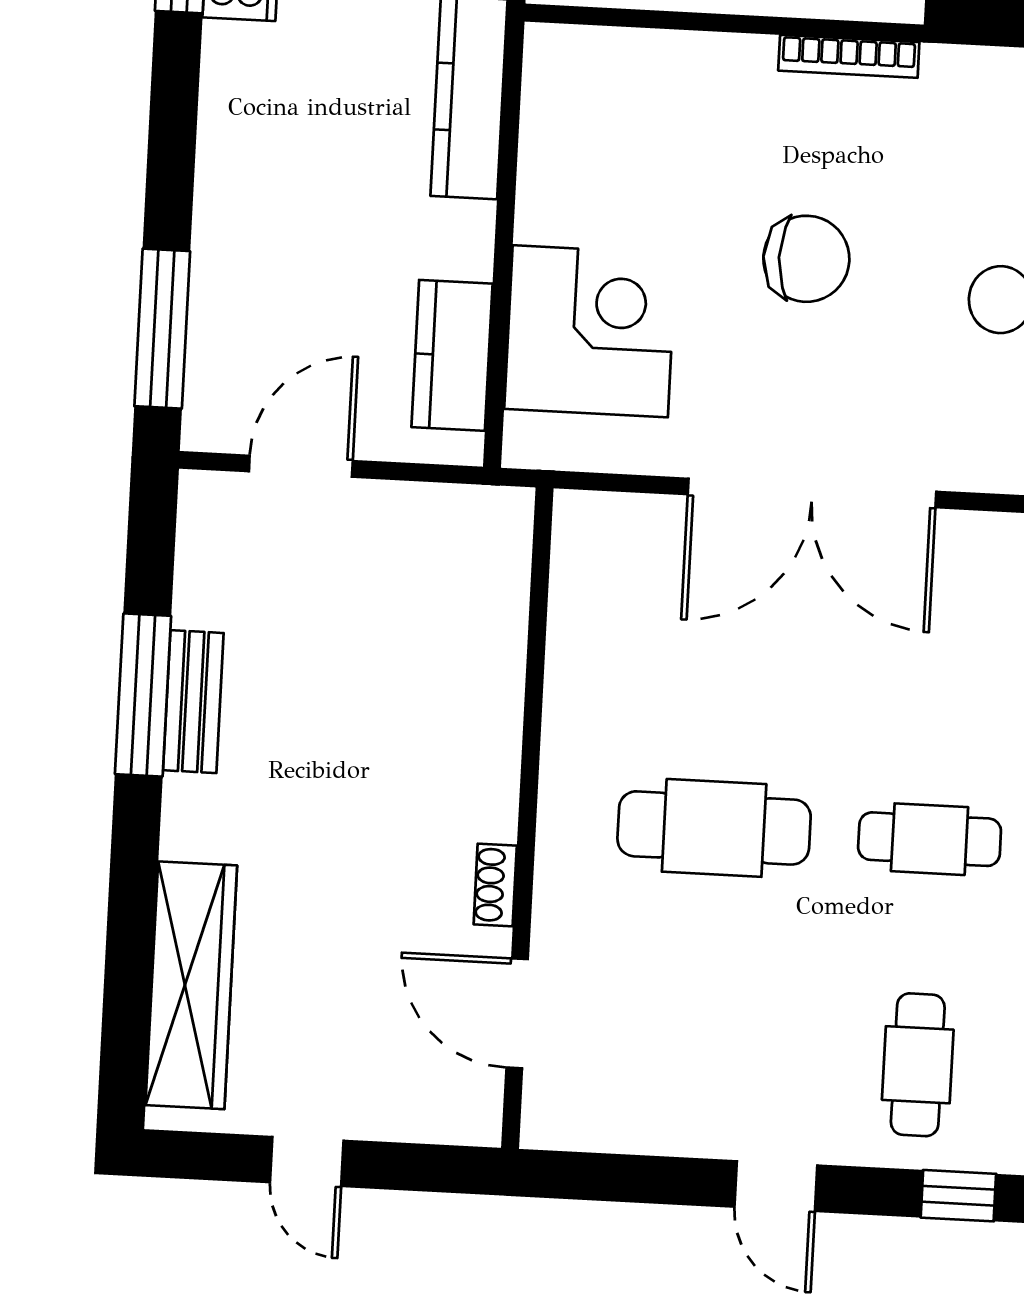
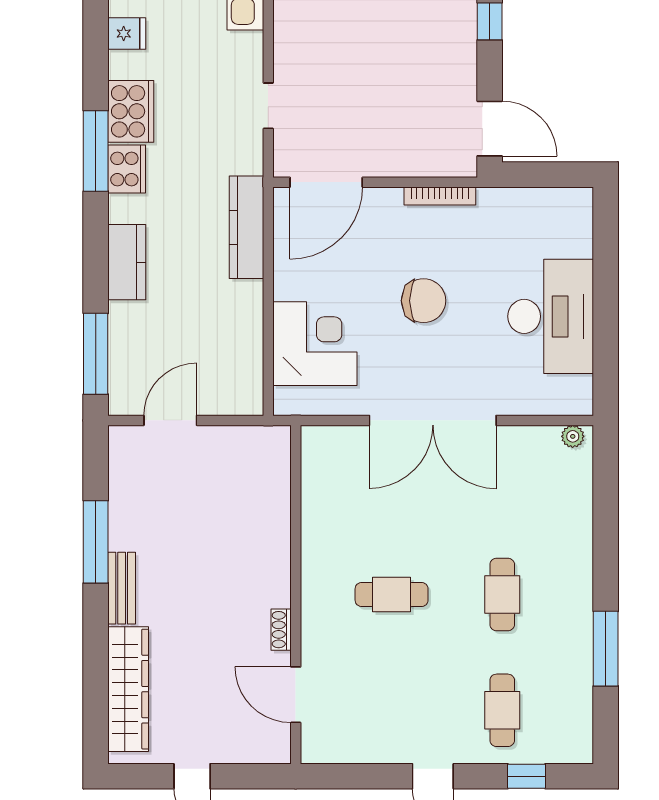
door: (629, 18) -> (326, 182), added
kitchen counter: (452, 355) -> (127, 262), moved, turned 180
bench: (193, 702) -> (122, 588), moved
cafe table: (714, 828) -> (392, 595), width x0.73, depth x0.74
cafe table: (930, 839) -> (502, 595), turned 90

